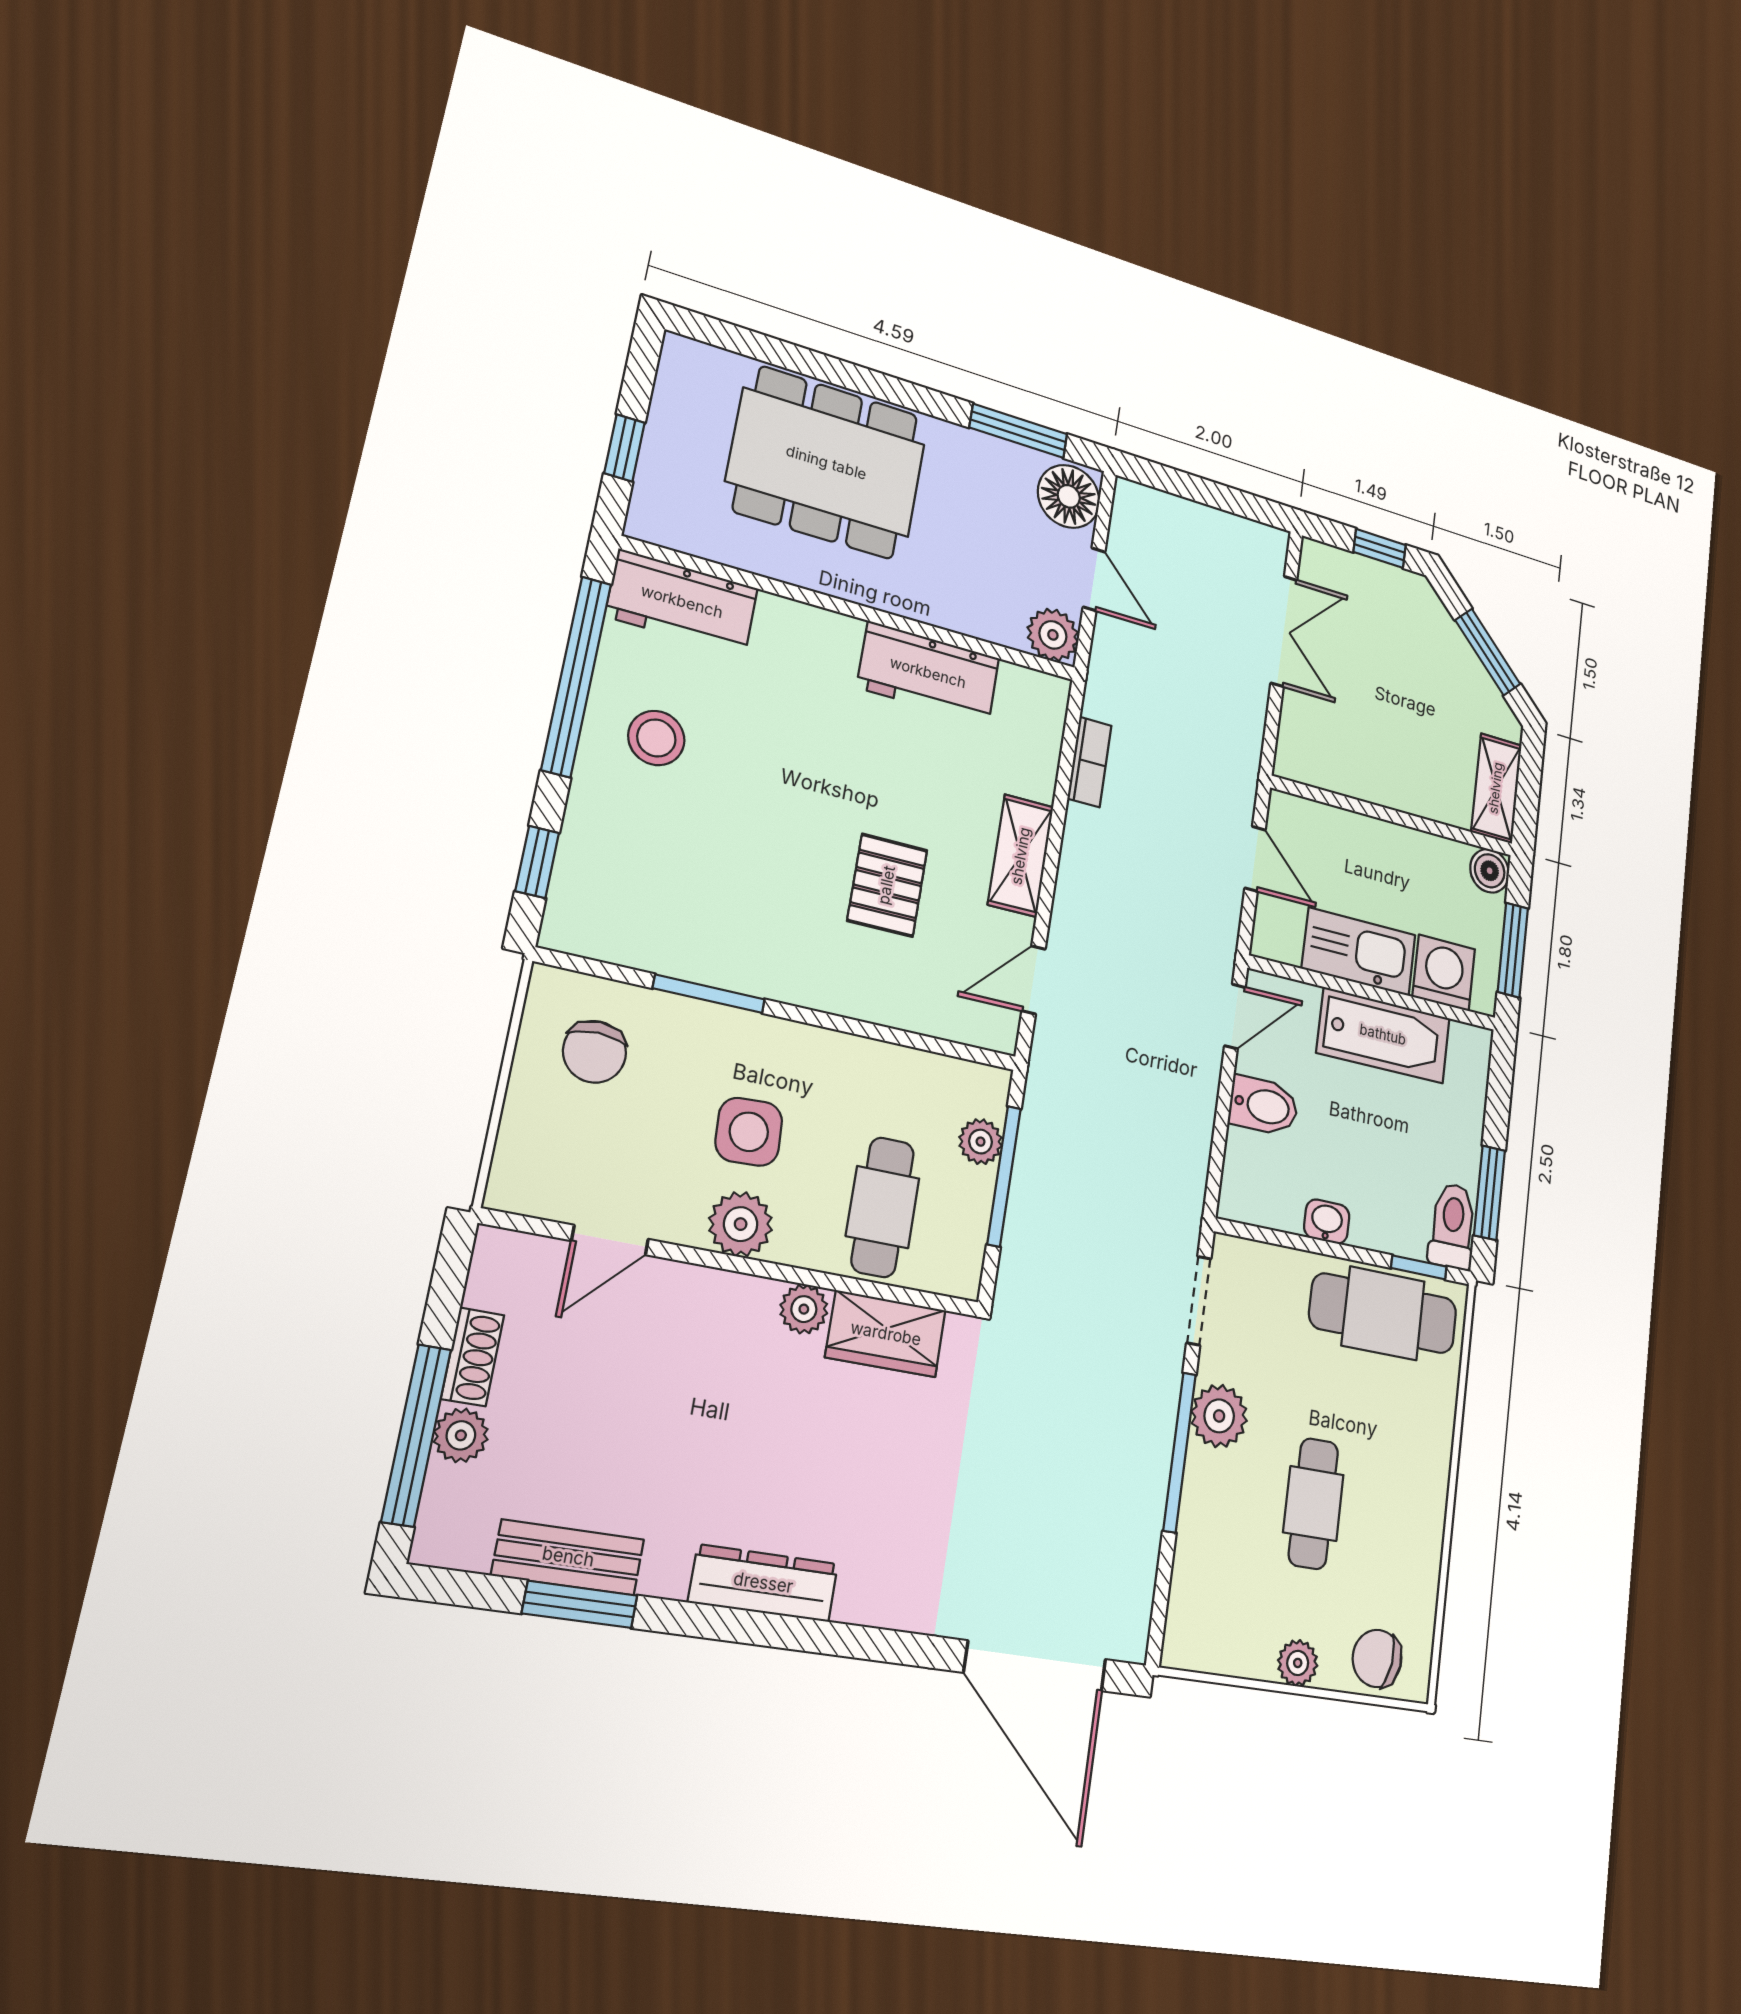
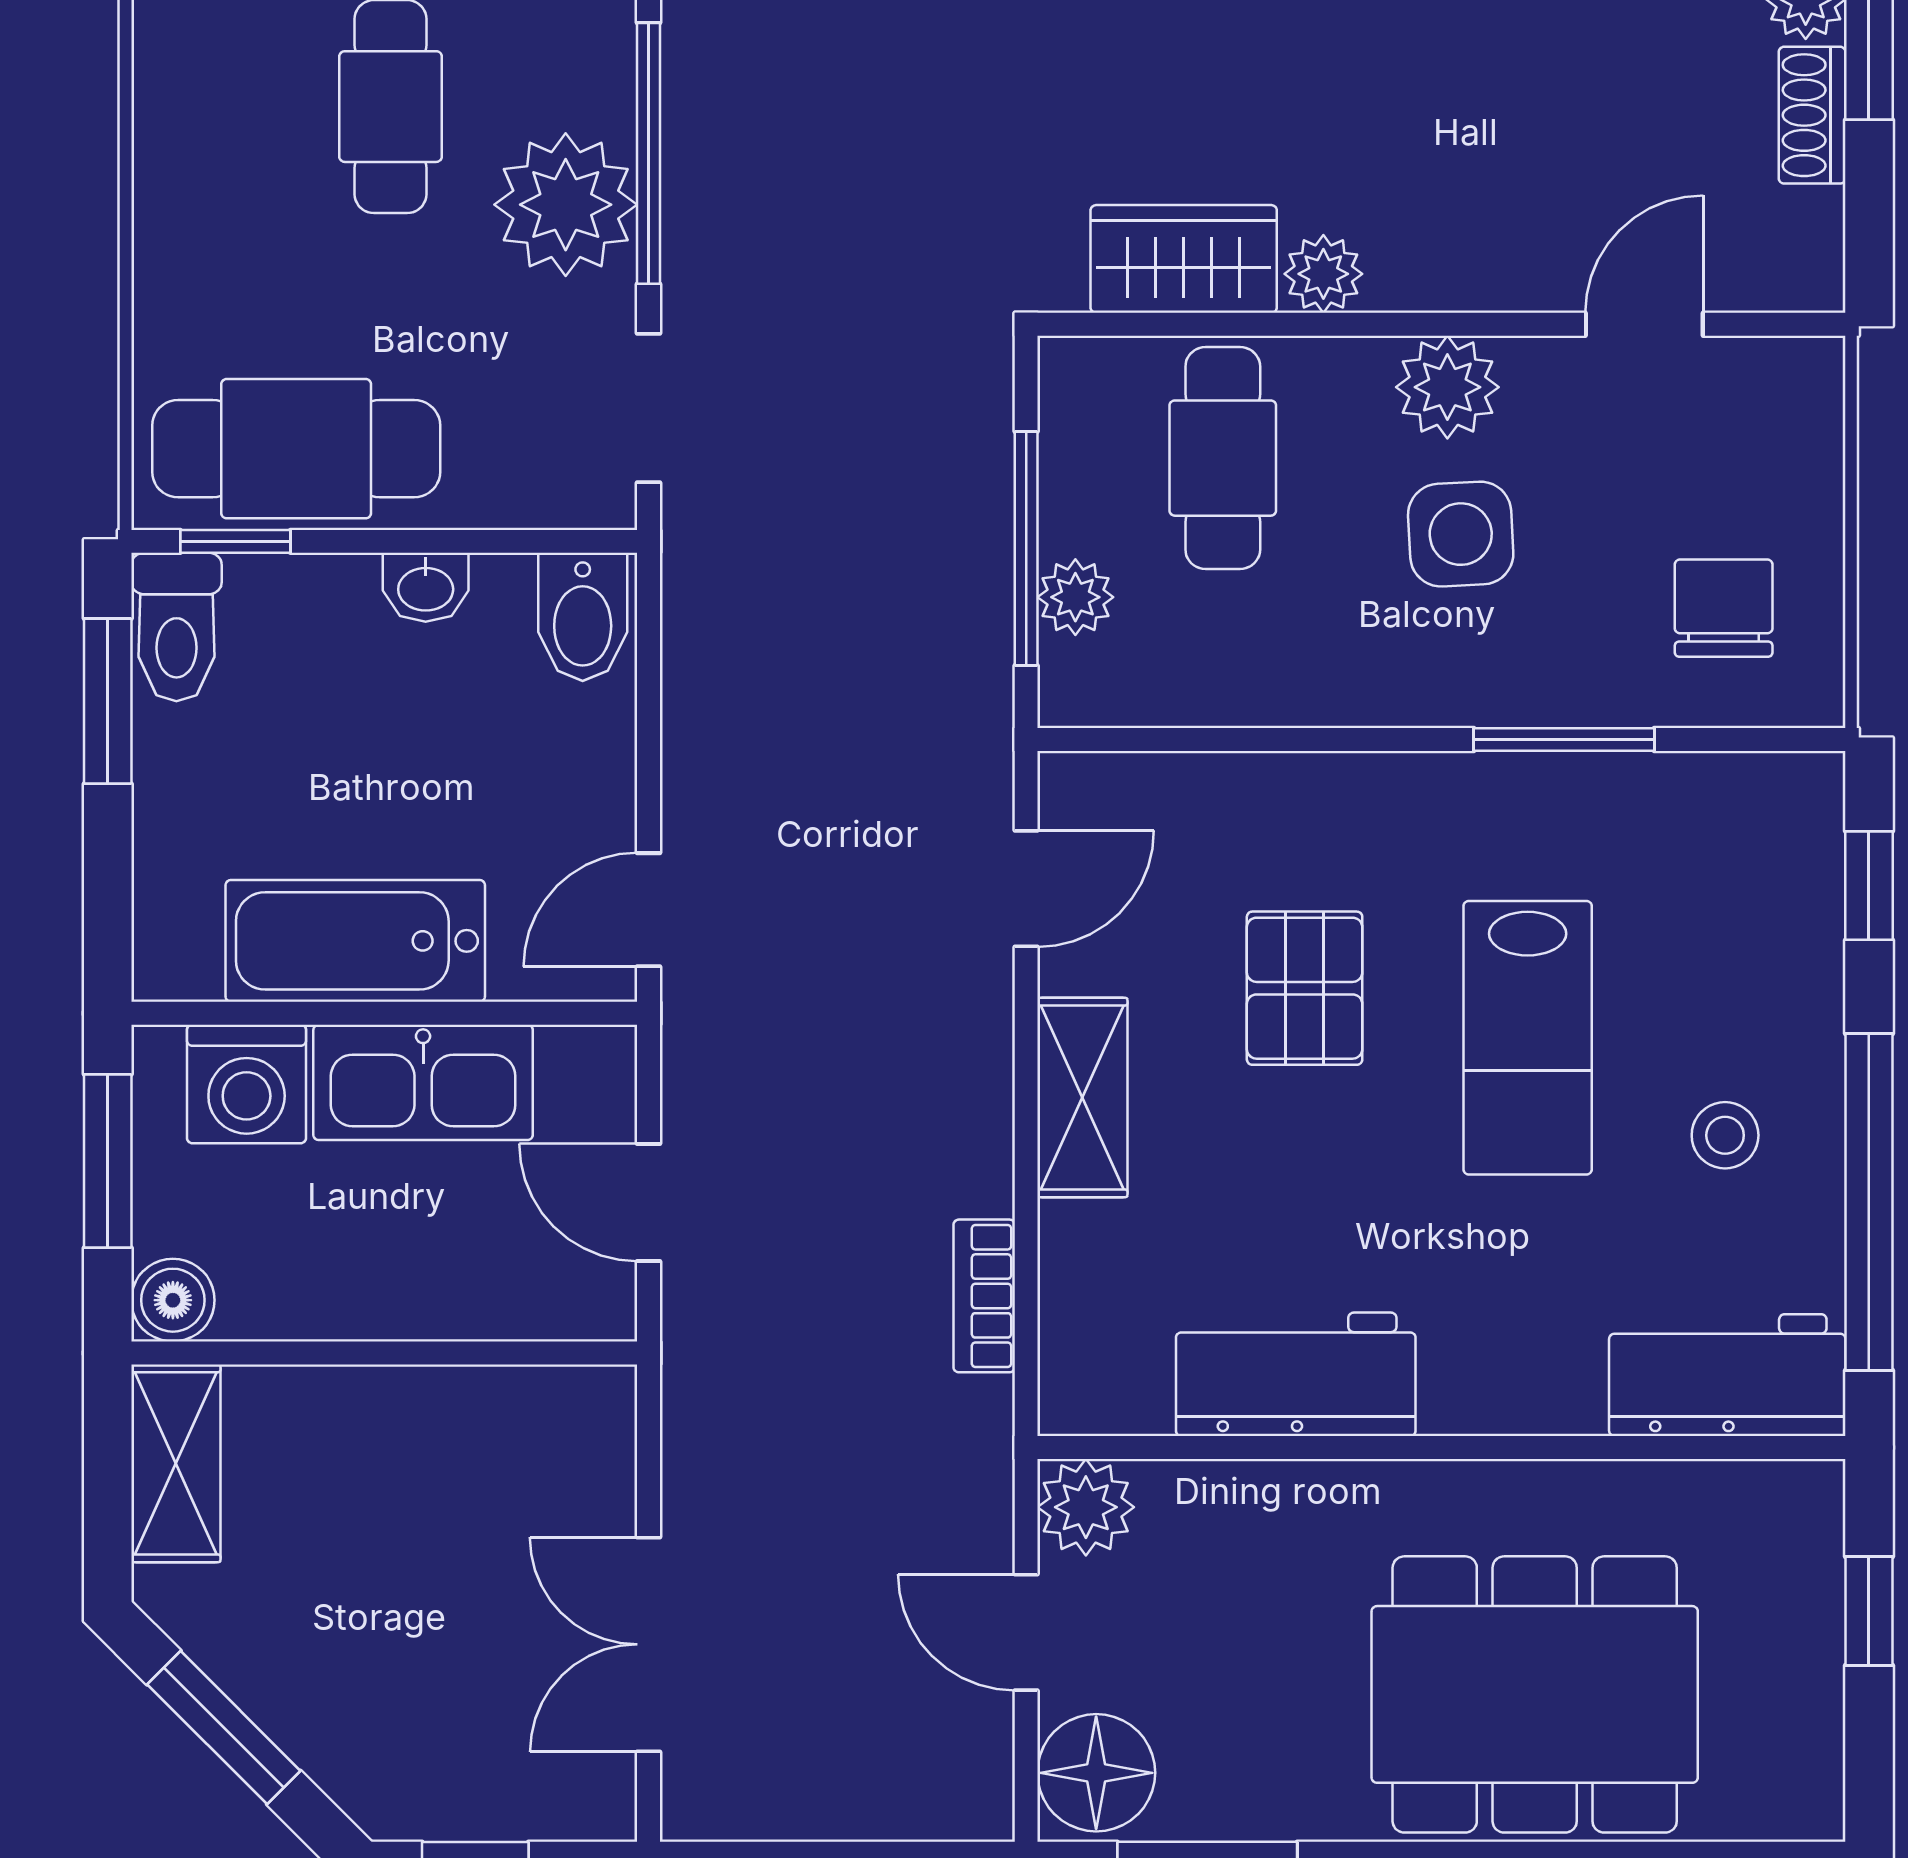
stool: (656, 738) -> (1725, 1135), width x0.73, depth x0.73
lab bench: (763, 824) -> (1528, 1038), added
bidet: (1264, 1106) -> (583, 617), moved, turned -90
plant: (1219, 1416) -> (566, 205), width x1.36, depth x1.36

